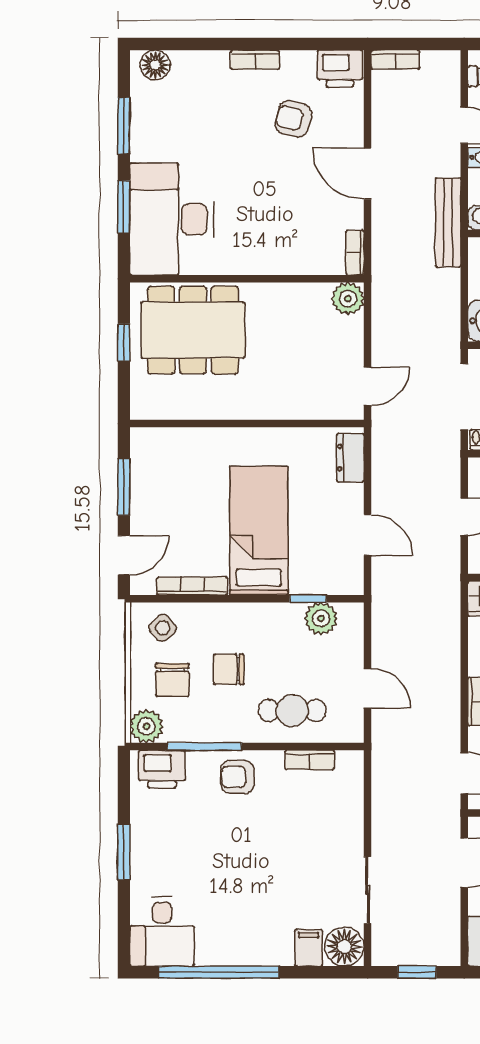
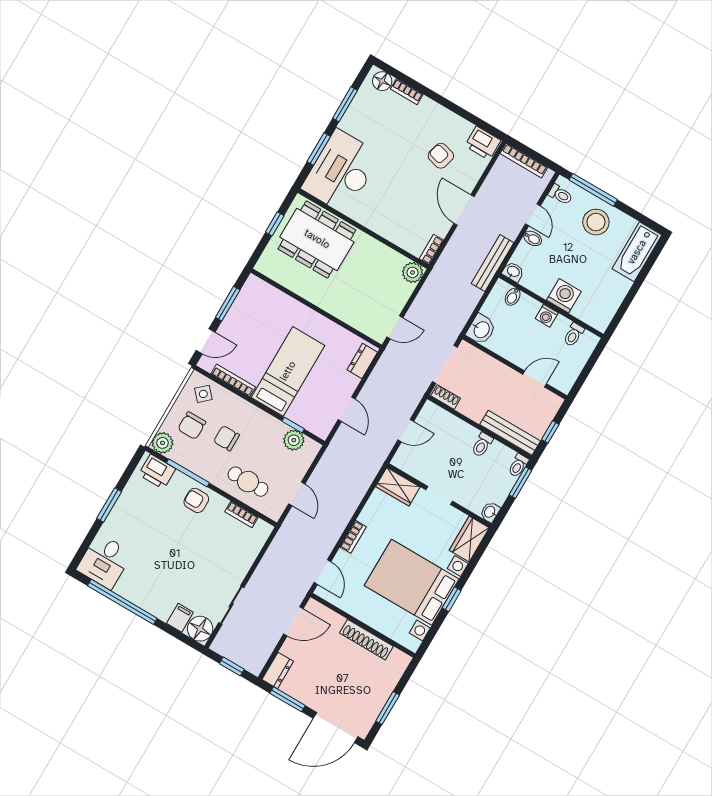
bookcase: (255, 60) -> (407, 92), moved
bookcase: (395, 60) -> (524, 161), width x1.56

